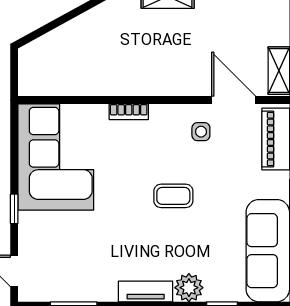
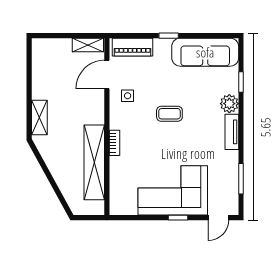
shelving: (99, 80) -> (94, 162), added
corner sofa: (56, 157) -> (173, 190), moved
coffee table: (173, 196) -> (169, 114), turned 90

